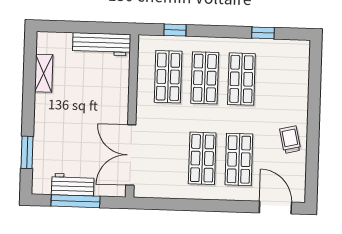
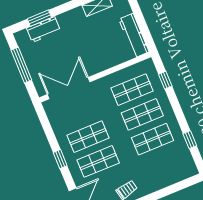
workbench: (73, 185) -> (44, 29), moved, turned 90
window: (215, 206) -> (60, 159), added

